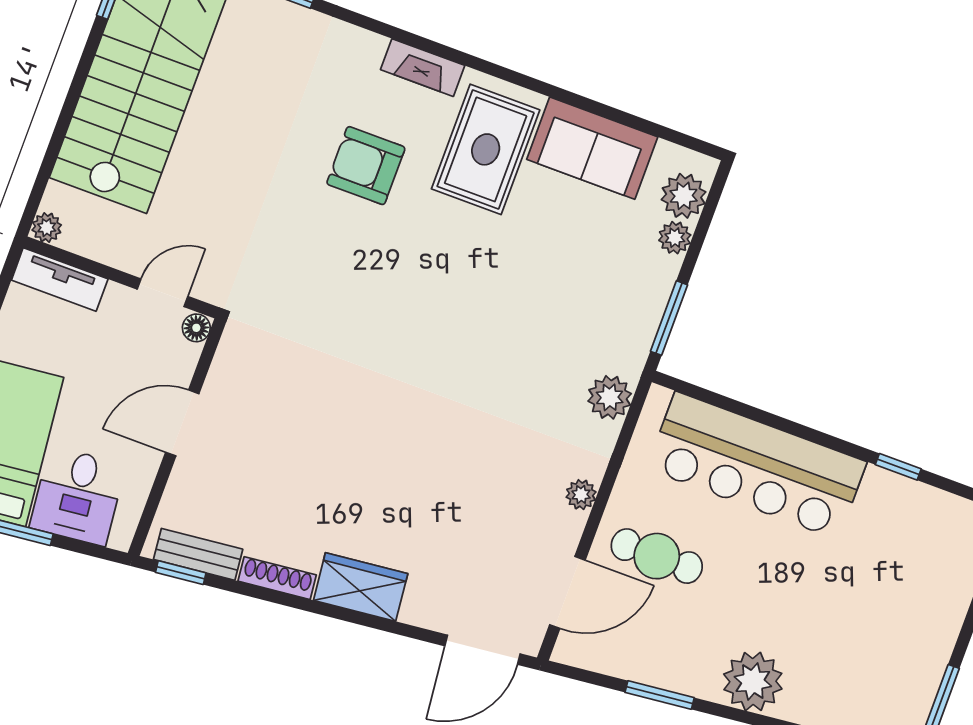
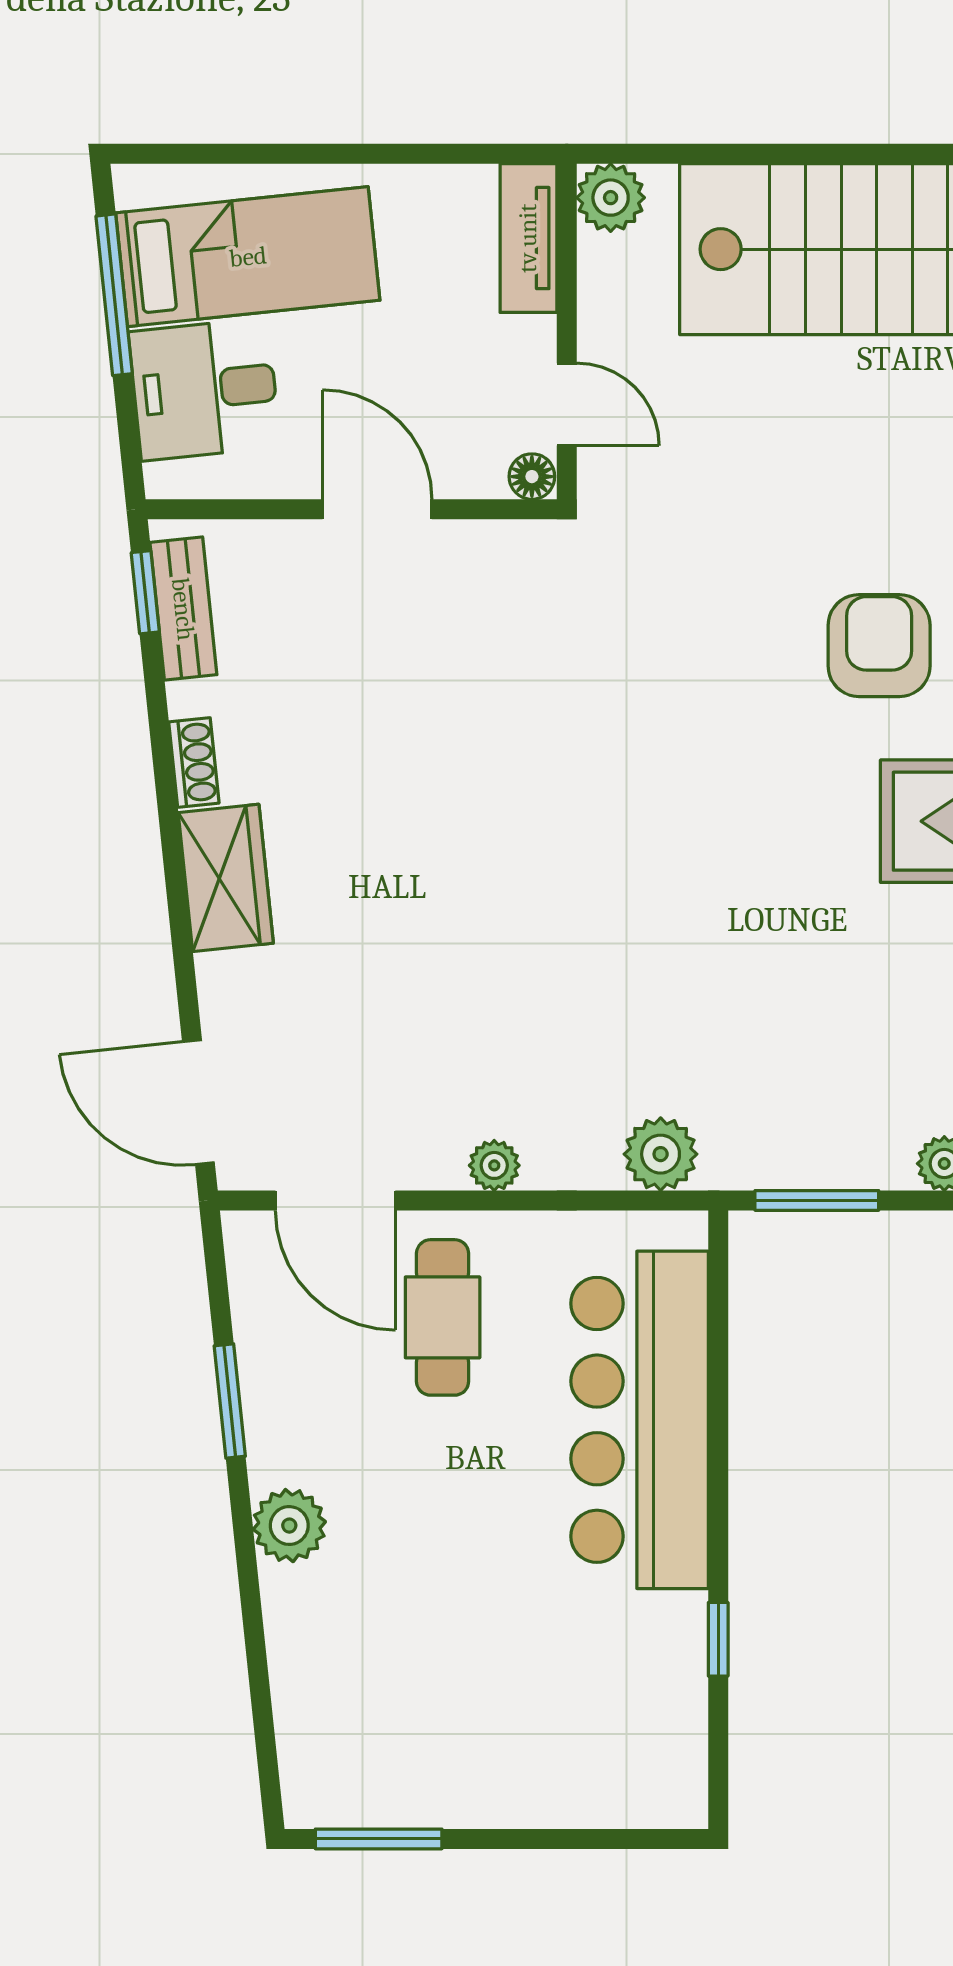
plant: (47, 228) -> (611, 198), width x1.38, depth x1.38
shoe rack: (277, 578) -> (194, 763), width x0.70
plant: (753, 682) -> (289, 1526), width x0.73, depth x0.73

